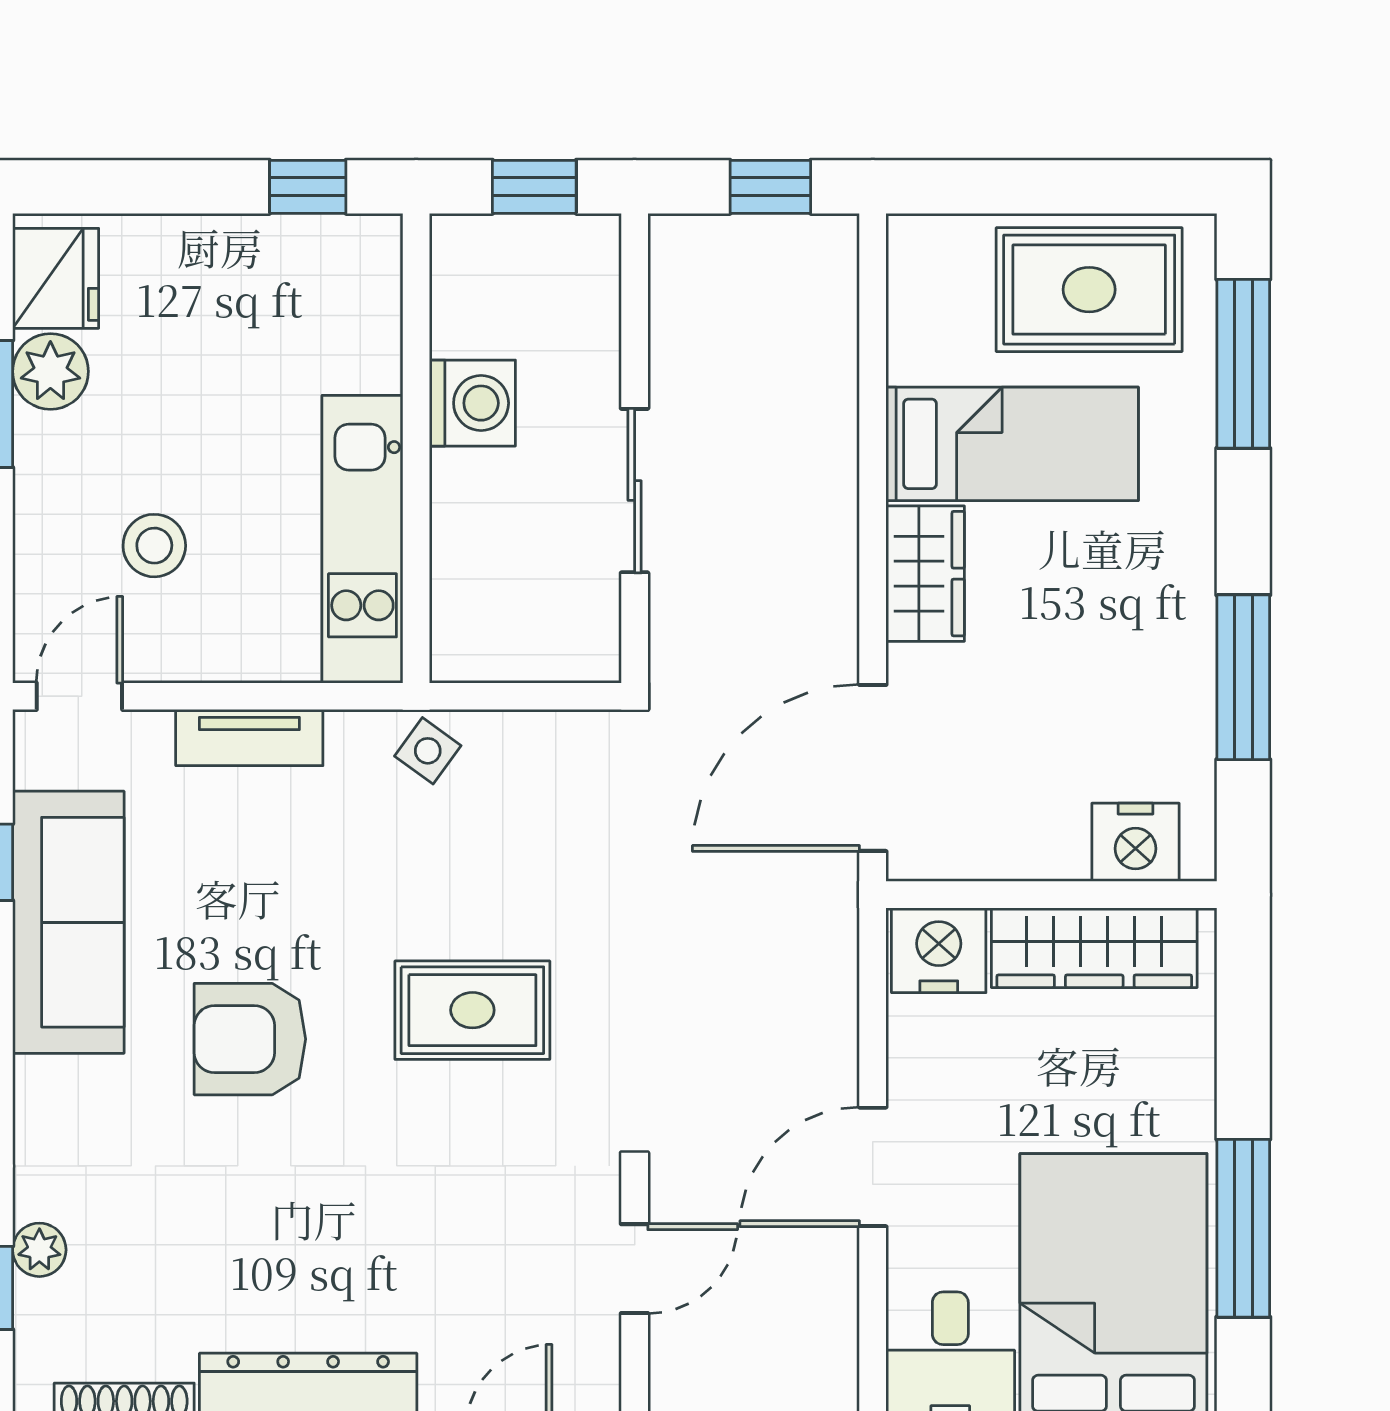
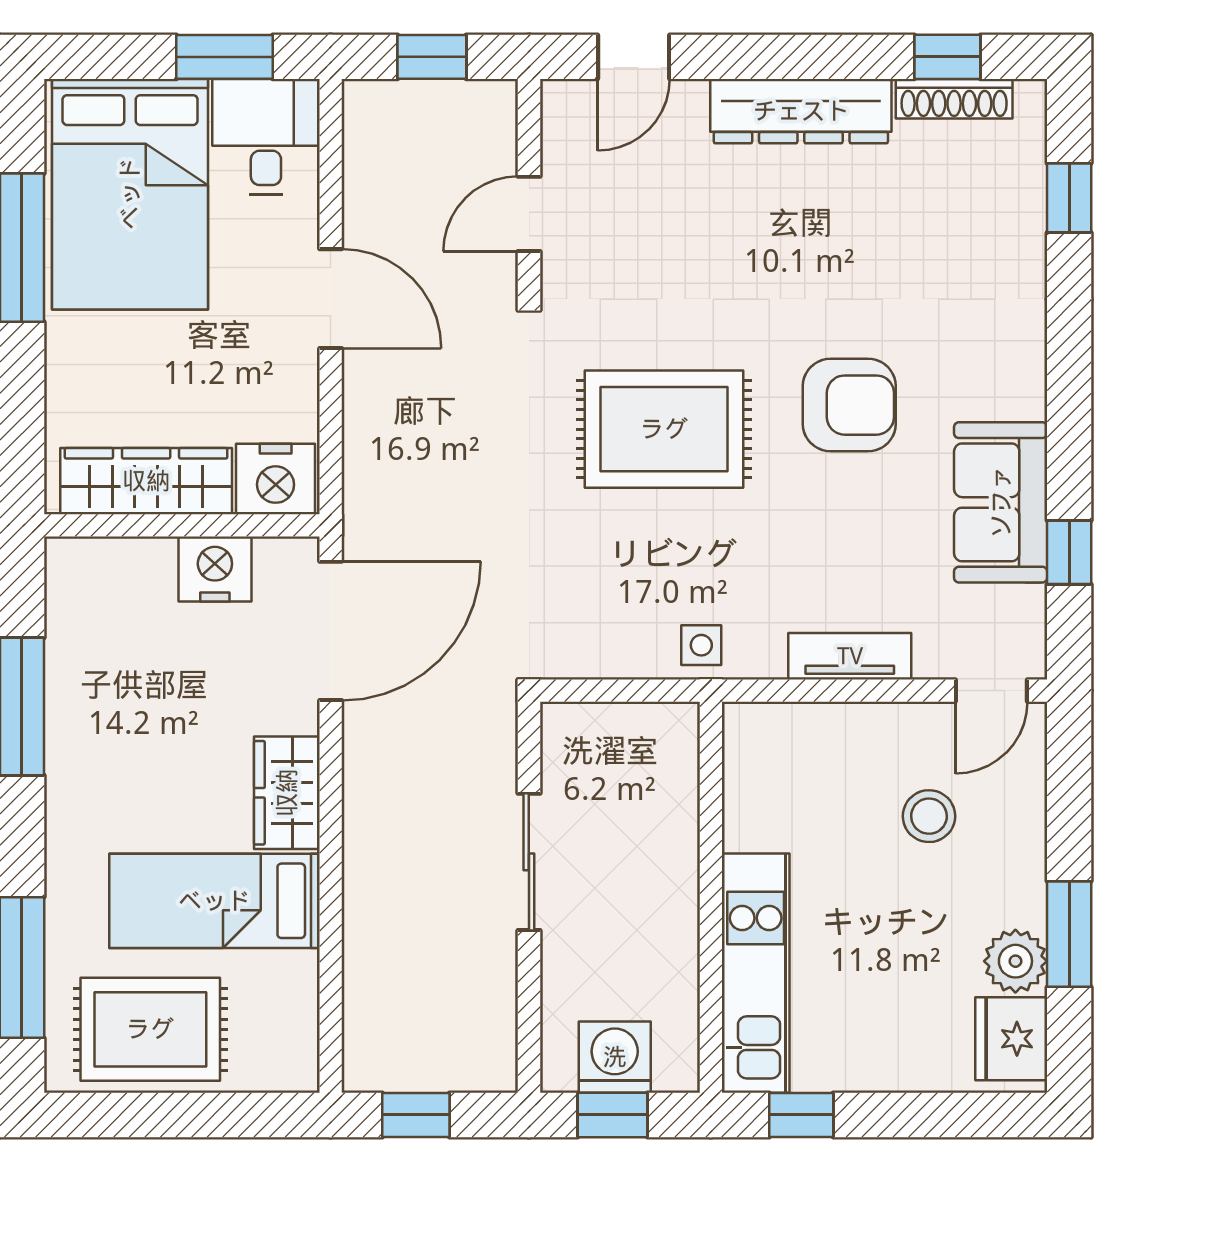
washing machine: (472, 403) -> (615, 1057), moved, turned 90
kitchen unit: (362, 539) -> (756, 973), moved
side table: (428, 751) -> (701, 645), turned -36
nightstand: (1136, 842) -> (215, 569), moved
sofa: (68, 922) -> (1001, 502), width x0.73
rug: (472, 1010) -> (664, 429), width x1.36, depth x1.43
door: (873, 1167) -> (331, 299), hinge flipped
plant: (39, 1250) -> (1025, 230), removed

